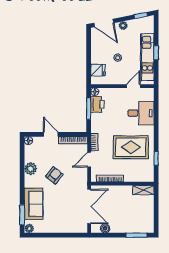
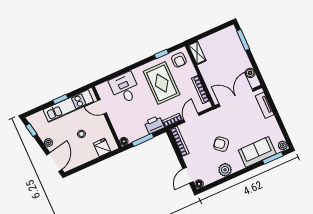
printer: (97, 104) -> (154, 125), moved
door: (51, 134) -> (188, 175), moved
door: (89, 160) -> (191, 118), swing flipped
armchair: (144, 171) -> (179, 60), added
tv unit: (71, 228) -> (265, 105), added

